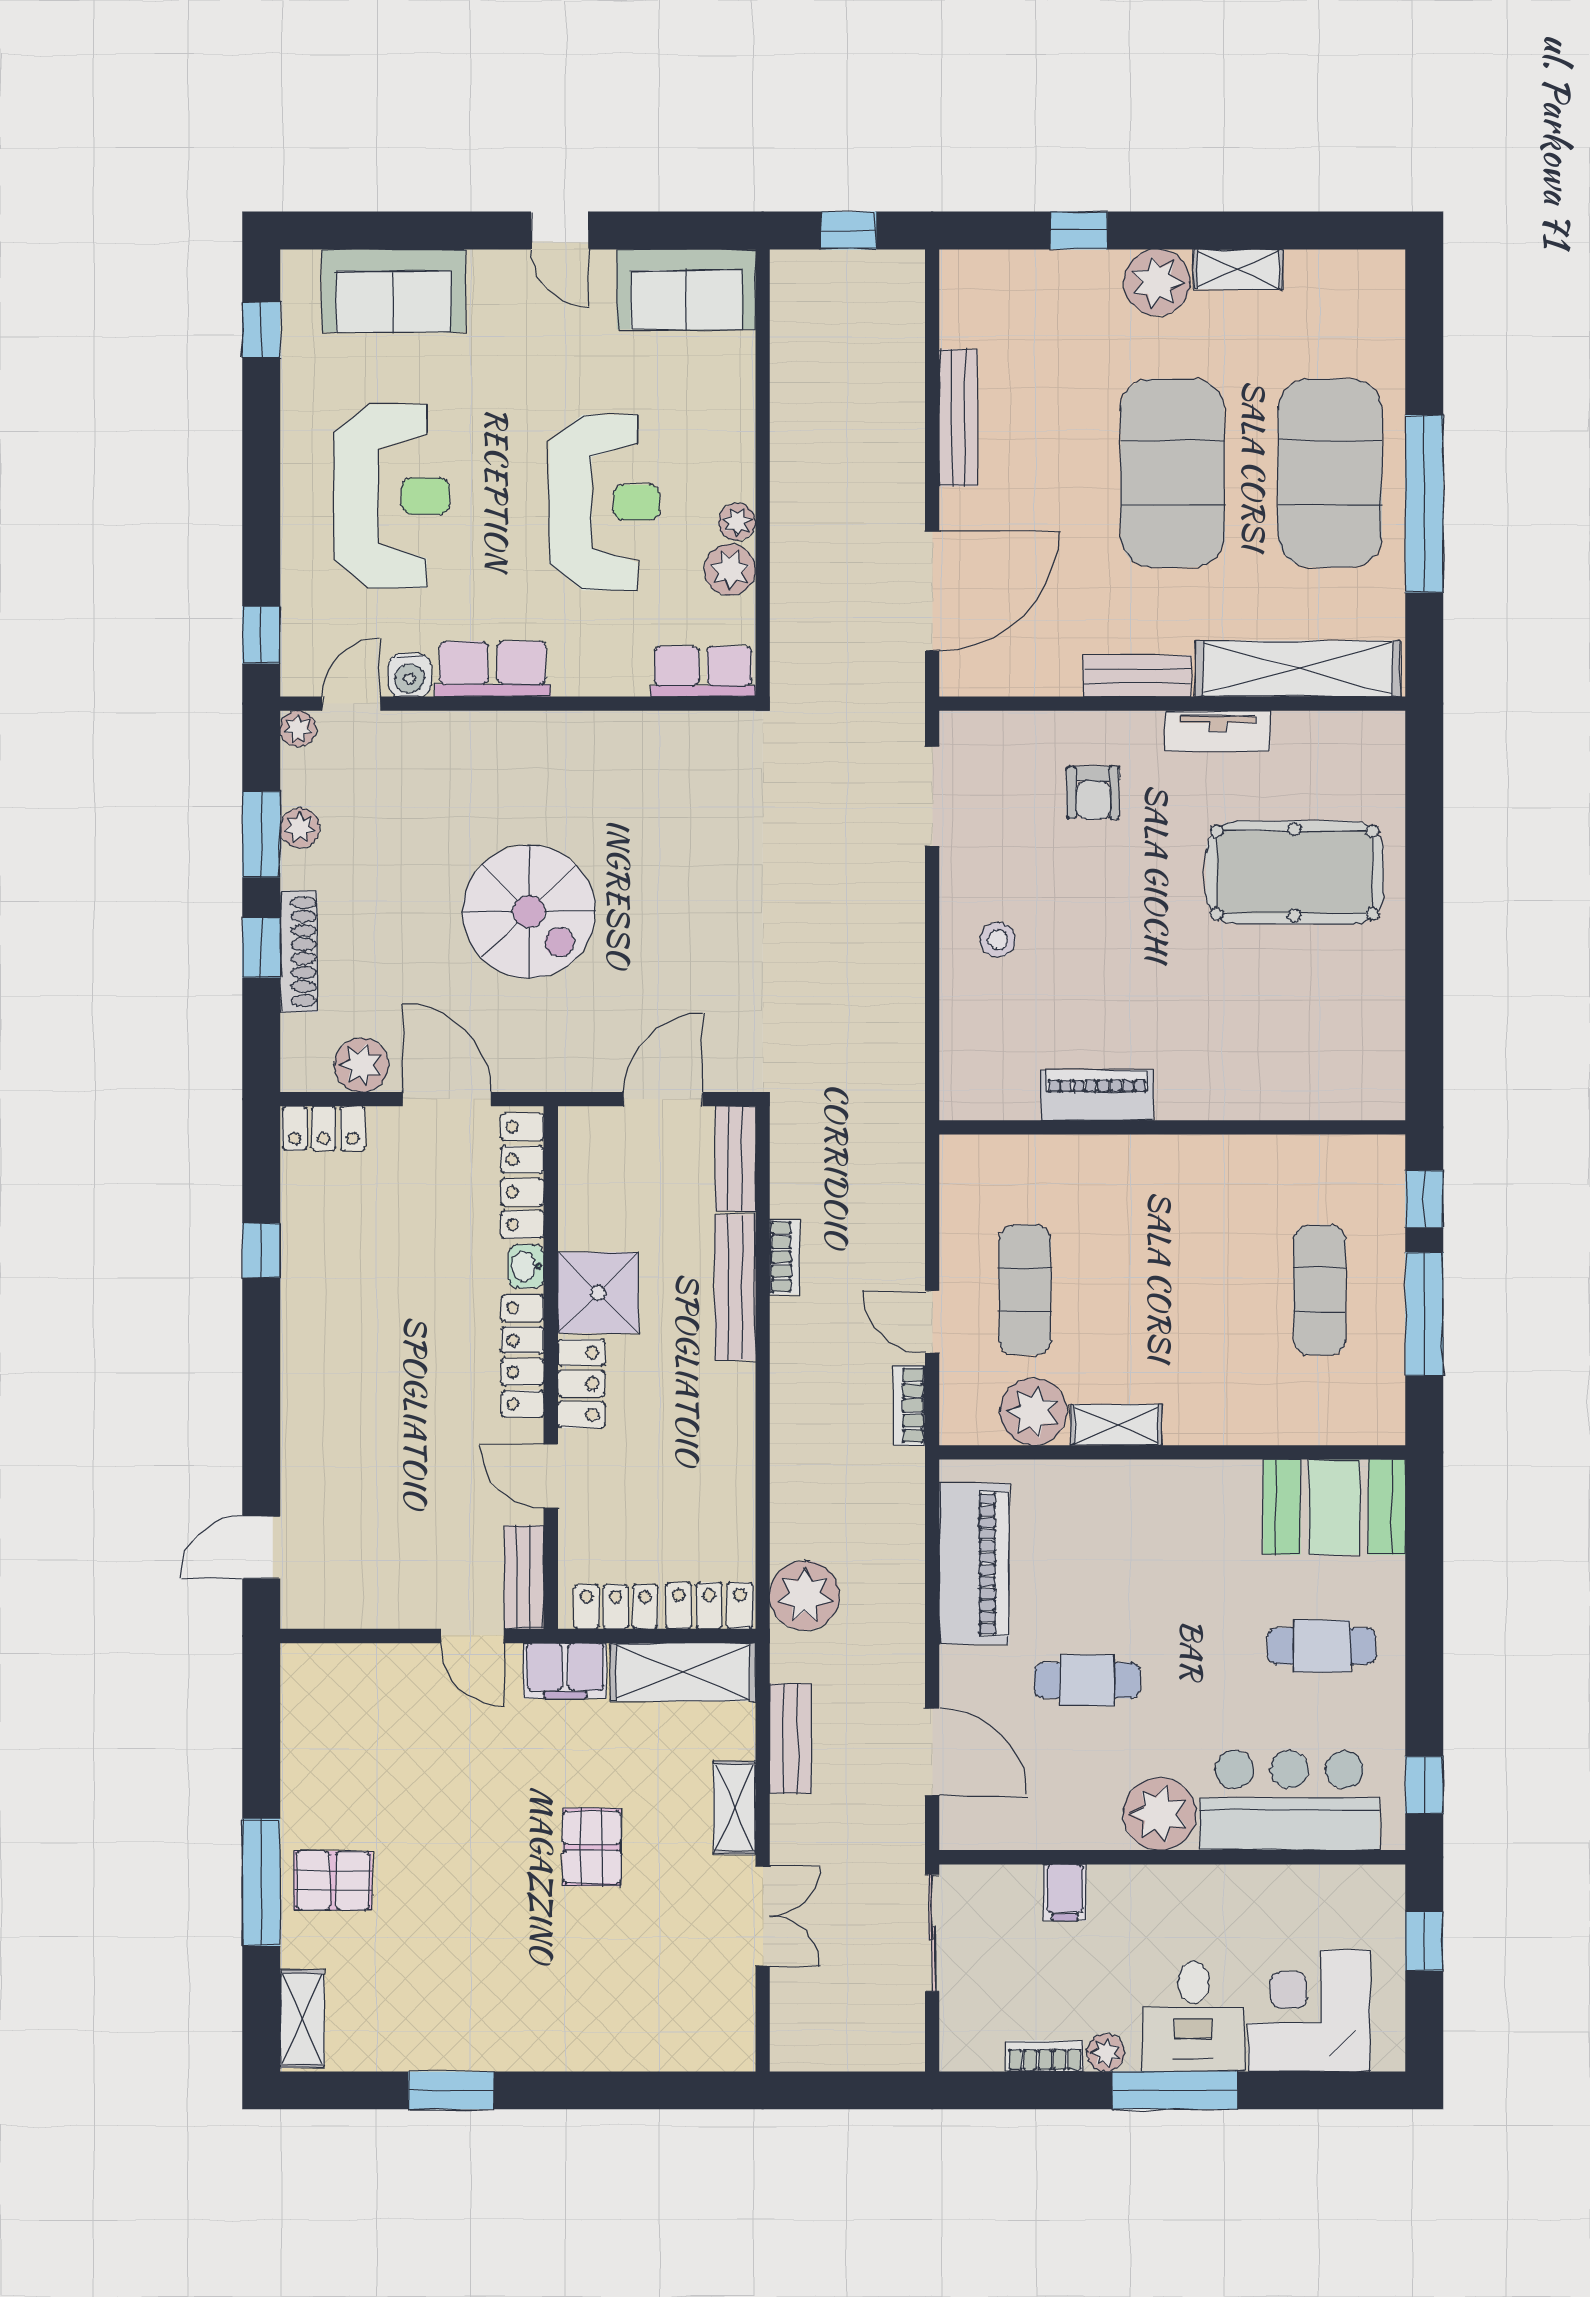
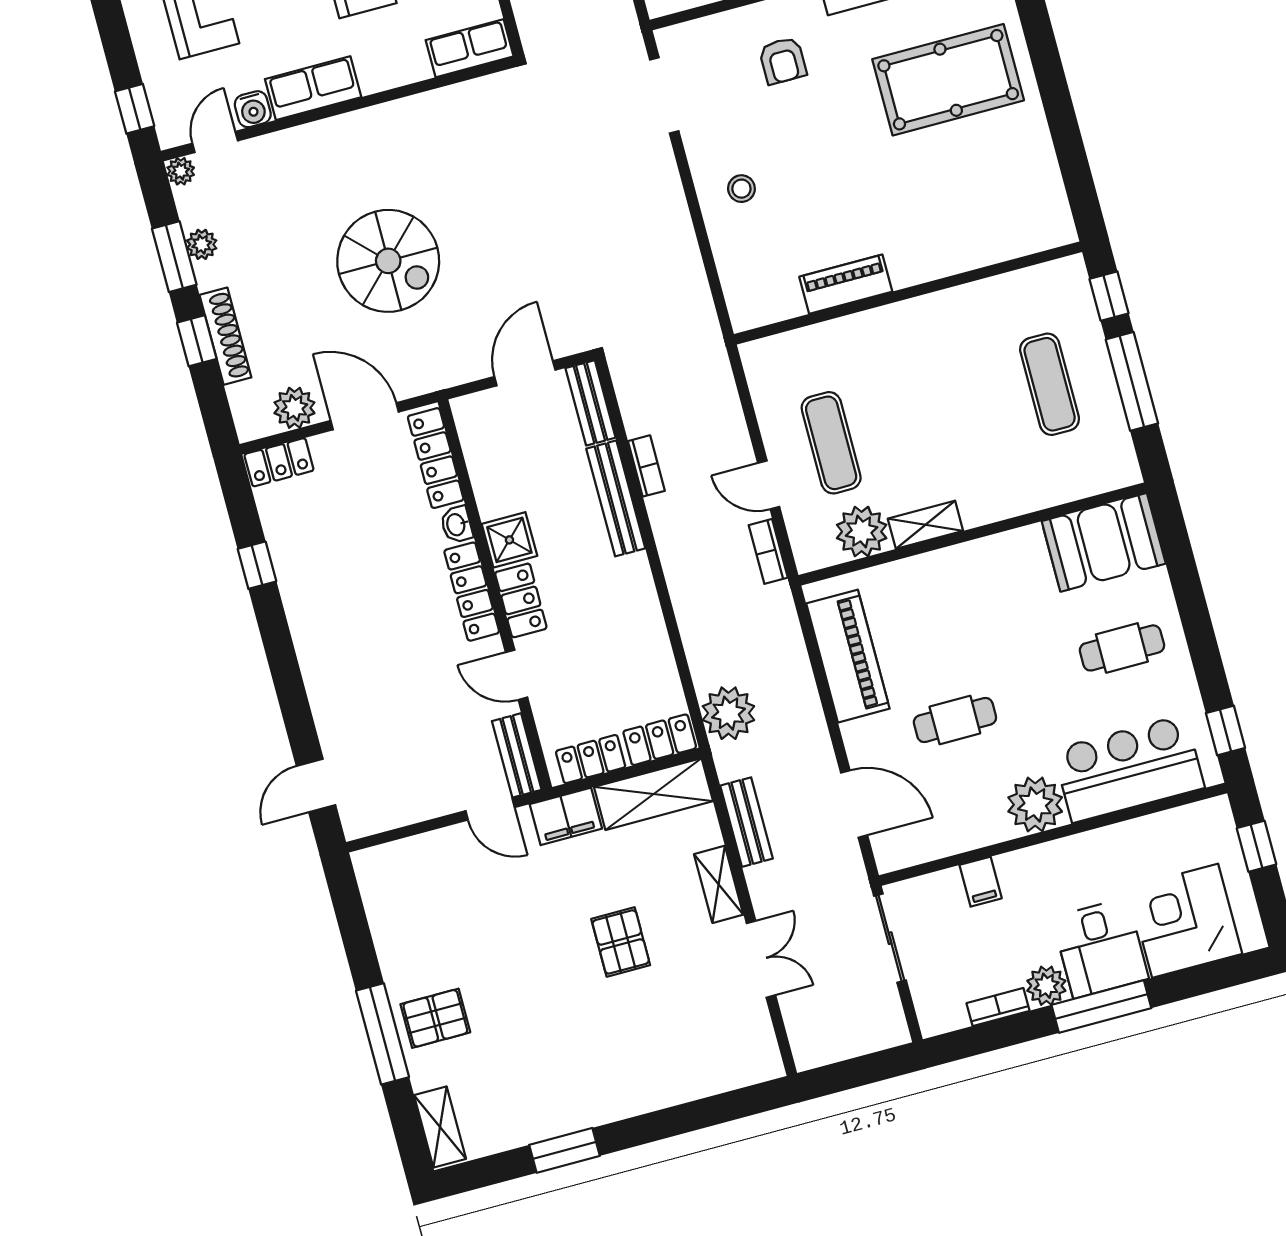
shower: (598, 1293) -> (509, 540), width x0.73, depth x0.73
plant: (1106, 2053) -> (1046, 986), width x1.38, depth x1.38

